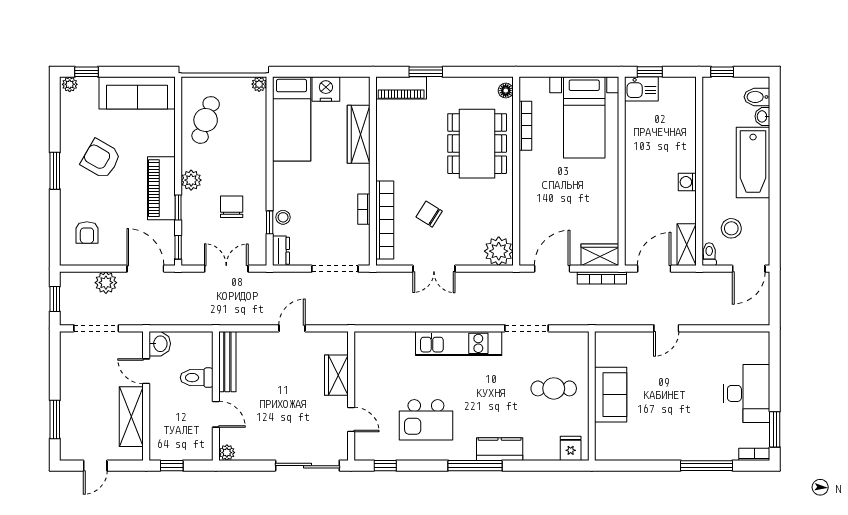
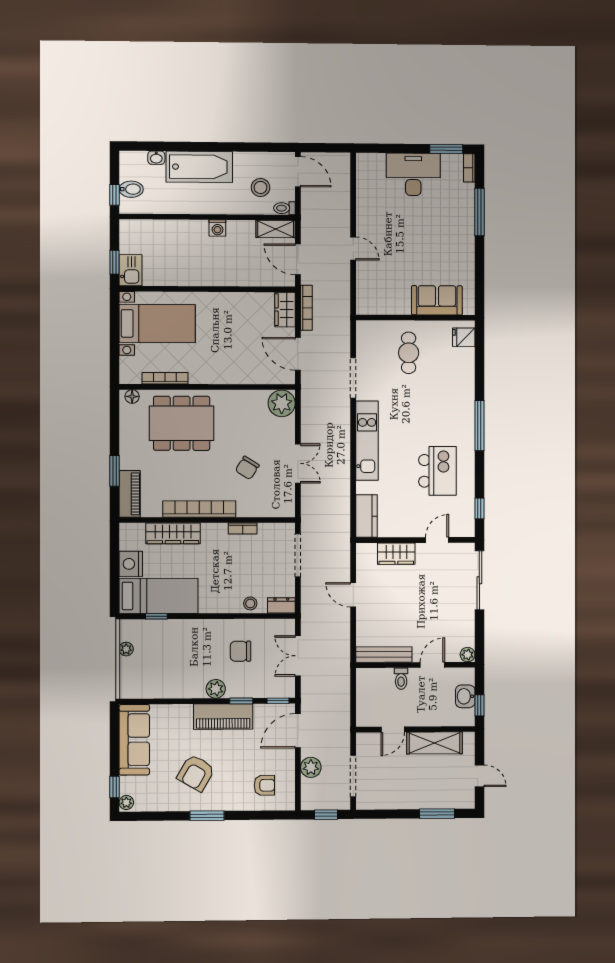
plant: (259, 84) -> (126, 649), moved
bidet: (757, 97) -> (131, 189), moved, turned -90
cafe table: (206, 120) -> (160, 676), removed
bookcase: (385, 220) -> (199, 509), moved
window: (270, 222) -> (156, 616), moved
washbasin: (160, 344) -> (465, 696), moved, turned -90
toilet: (197, 378) -> (401, 679), width x0.73, depth x0.72
sofa: (611, 395) -> (437, 300), moved
kitchen counter: (500, 449) -> (366, 516), moved, turned 180

